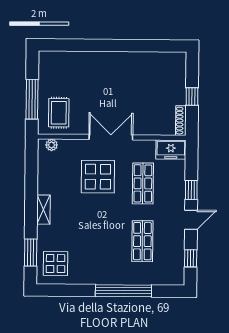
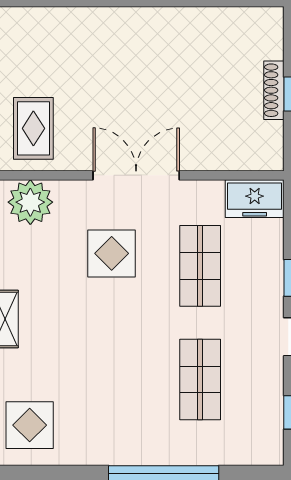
shoe rack: (181, 121) -> (274, 90), moved
plant: (52, 145) -> (30, 202), width x1.88, depth x1.88
display table: (98, 177) -> (112, 253), width x0.73, depth x0.73

